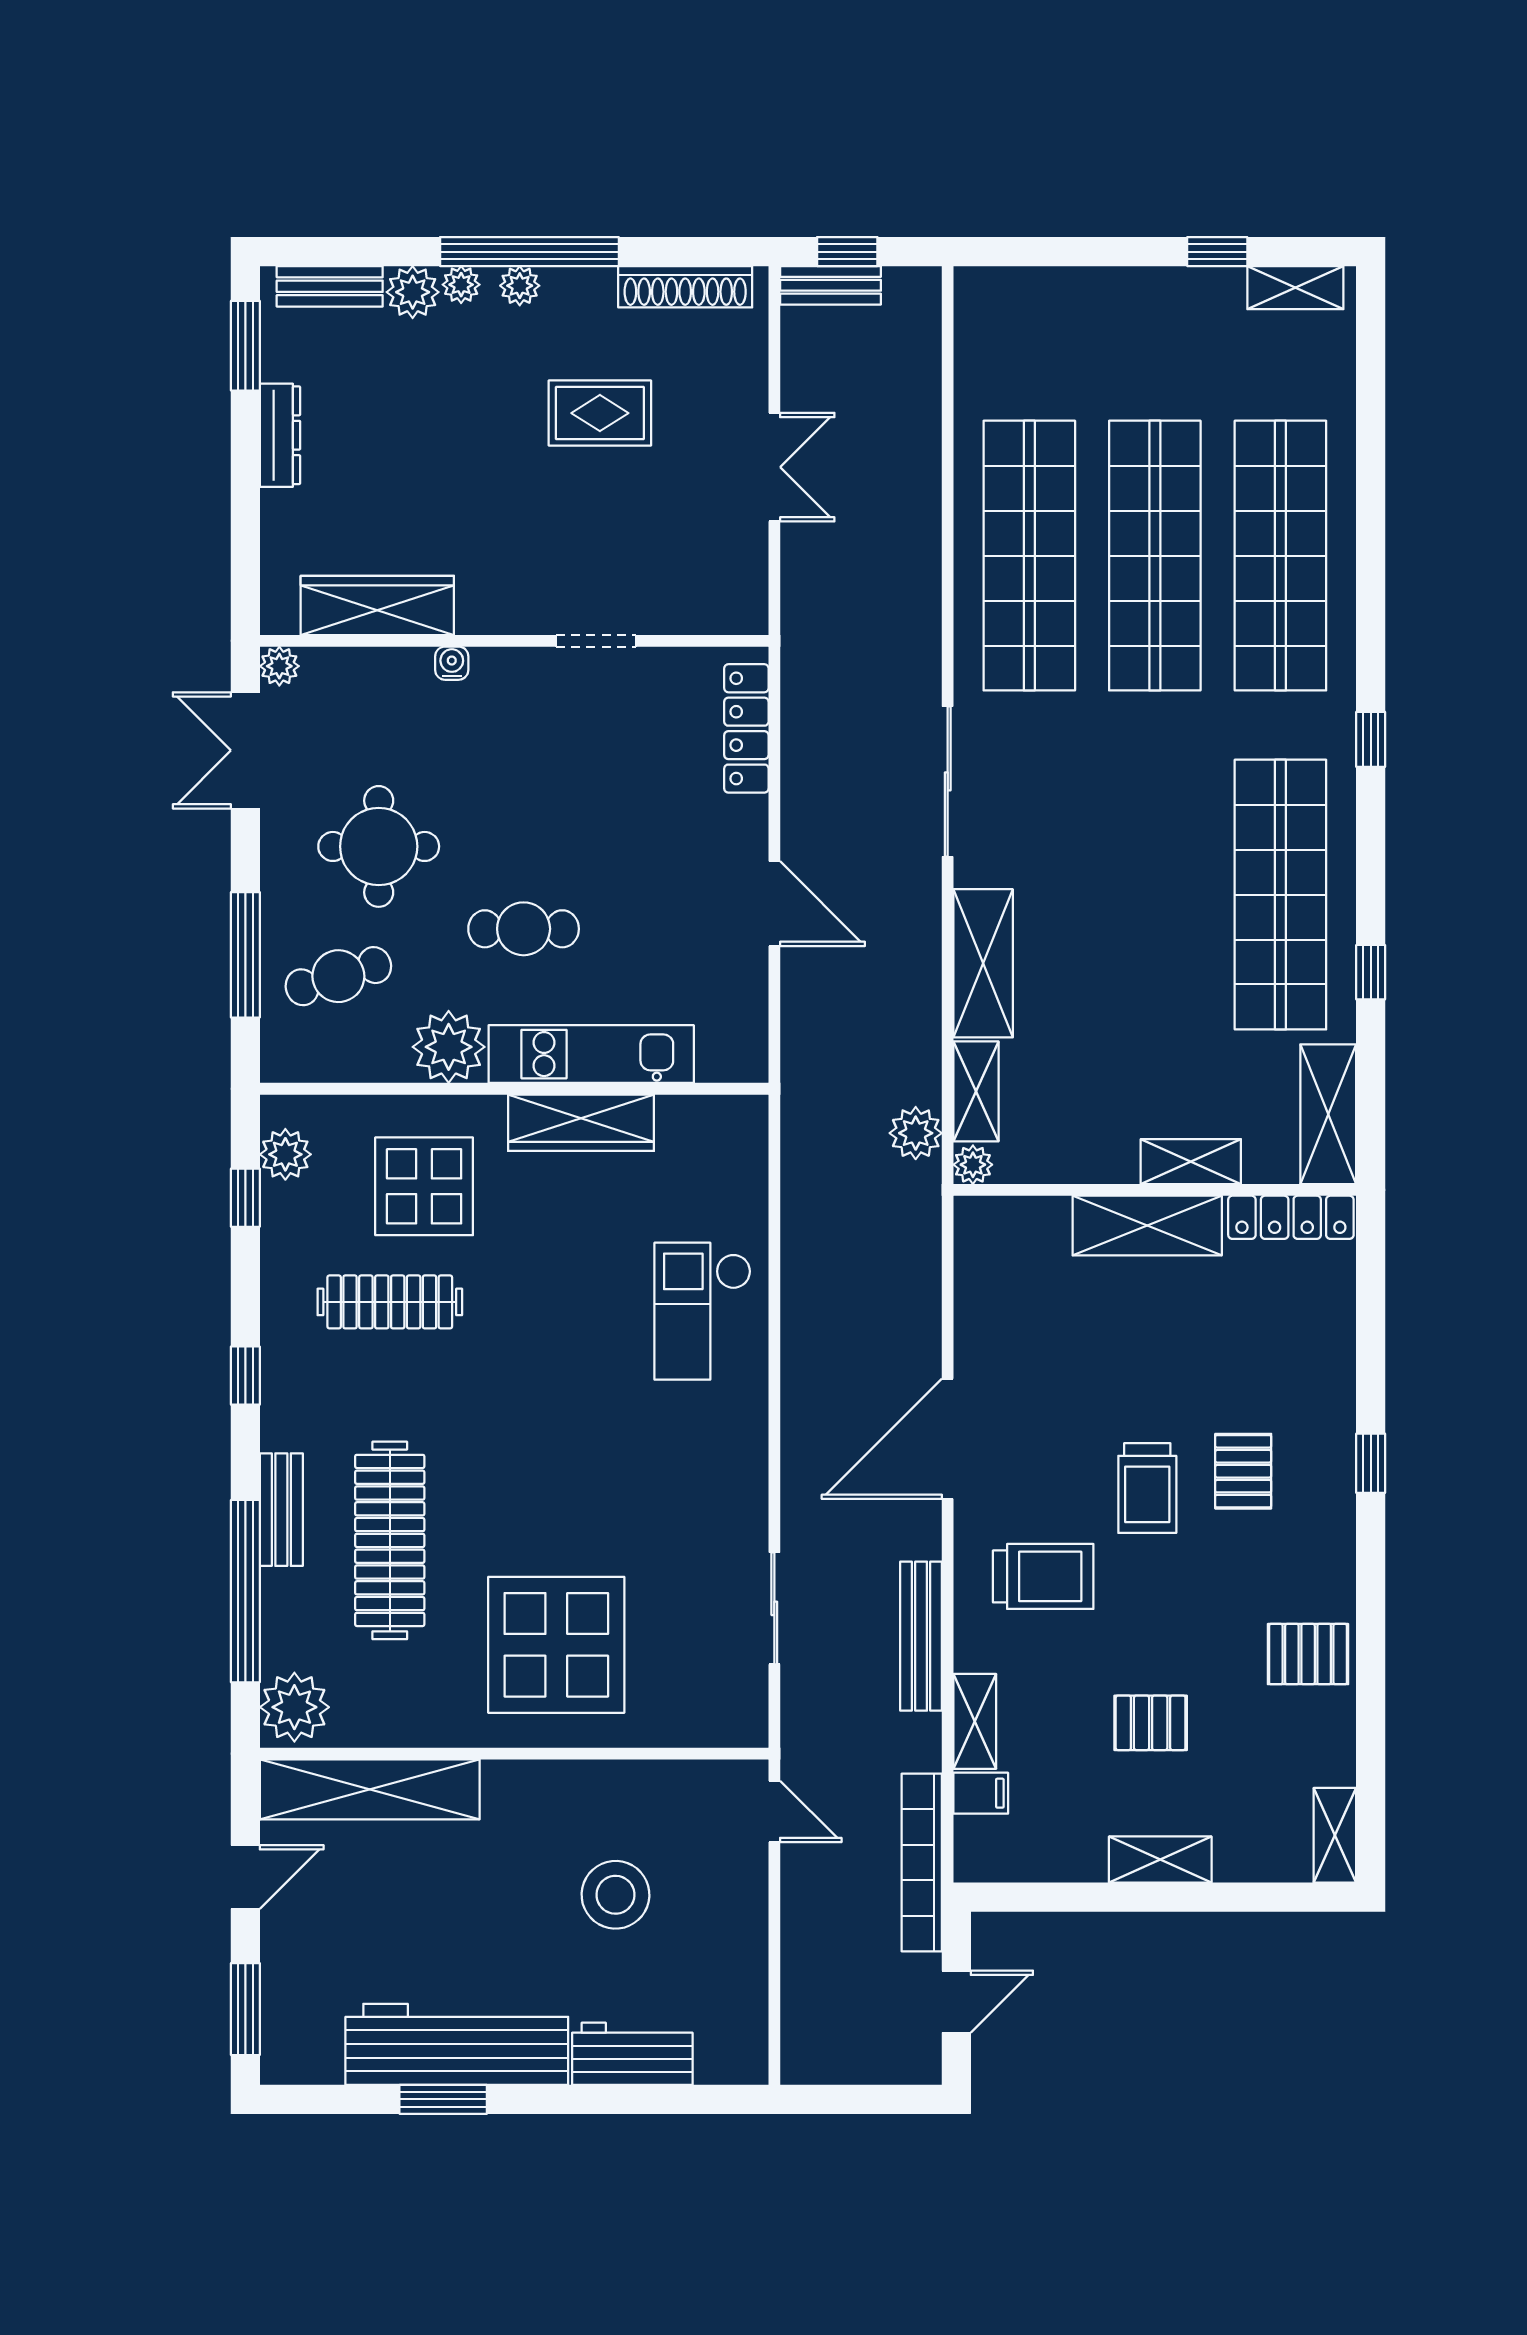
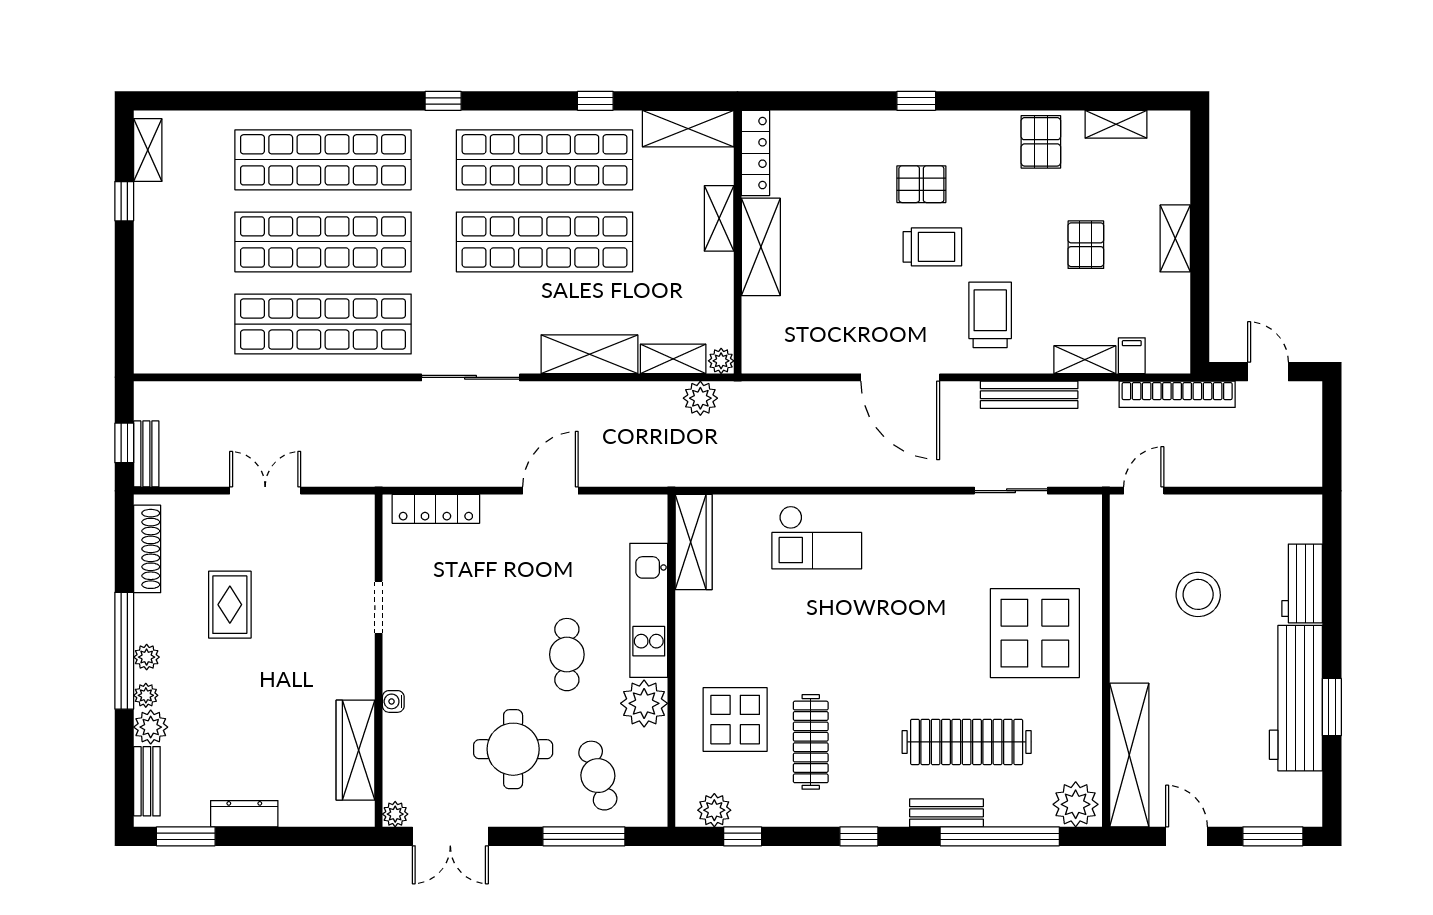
shop shelf: (1155, 895) -> (544, 242), added
wardrobe: (581, 1123) -> (694, 542), moved
shelving: (1335, 1835) -> (1116, 124), moved

